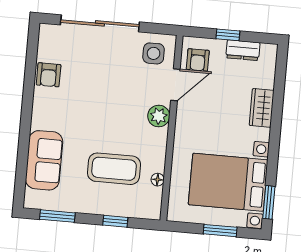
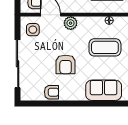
armchair: (92, 102) -> (66, 64), added
coffee table: (114, 169) -> (105, 47), turned 90

